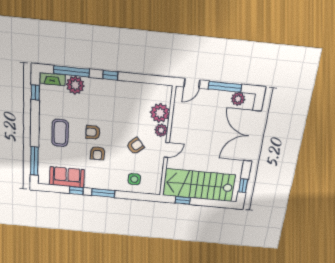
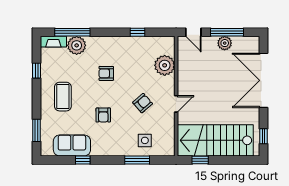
window: (110, 75) -> (137, 32), moved
door: (192, 83) -> (193, 32), hinge flipped
window: (35, 92) -> (37, 71), moved
plant: (238, 99) -> (225, 43), moved
plant: (161, 130) -> (168, 83), removed
armchair: (93, 132) -> (106, 73), moved
window: (34, 161) -> (37, 130), width x0.69
window: (103, 193) -> (137, 160), moved

